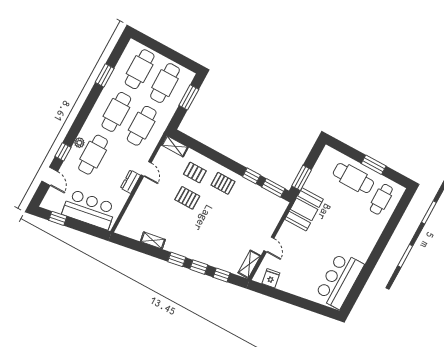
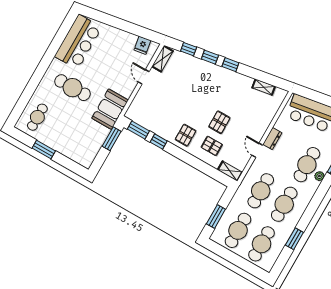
cafe table: (353, 178) -> (73, 88), moved
pallet: (223, 183) -> (186, 135), turned 90
pallet: (187, 198) -> (219, 122), turned 90
shelving: (153, 240) -> (264, 87), moved

